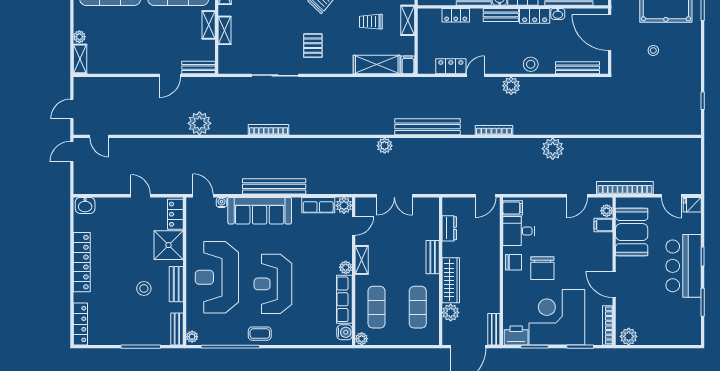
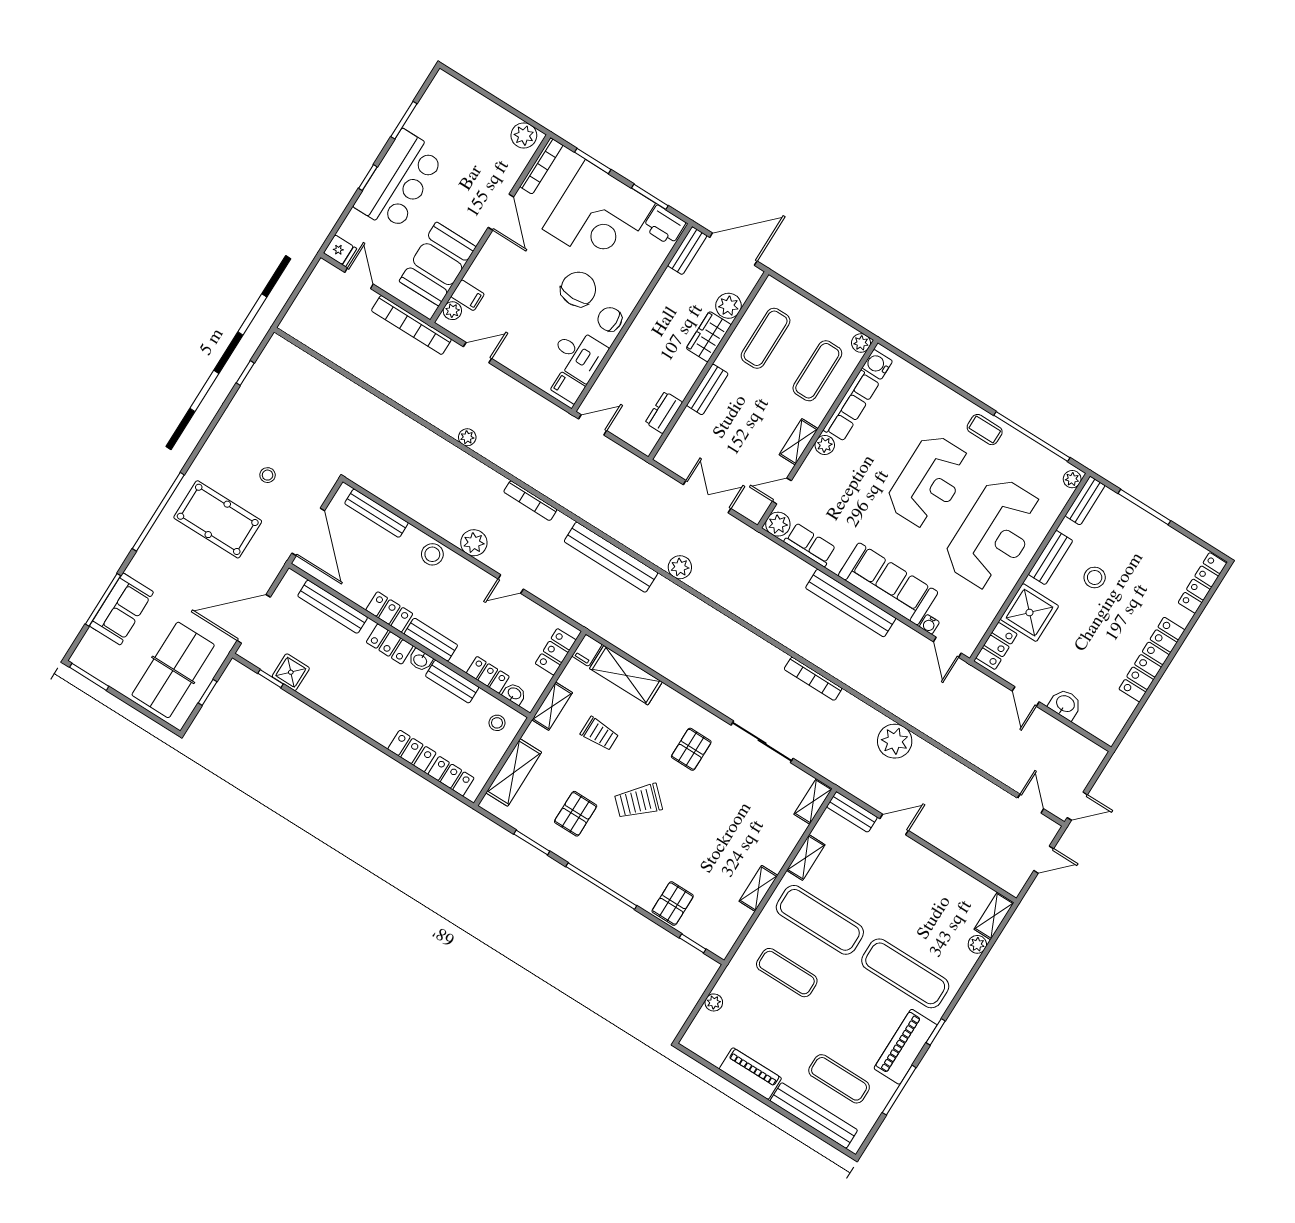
washbasin: (558, 14) -> (514, 694), moved
shelving: (225, 30) -> (813, 801), moved
locker: (451, 66) -> (556, 652), moved, turned 90
plant: (553, 149) -> (467, 437), width x0.53, depth x0.53
washbasin: (85, 205) -> (1065, 704), moved
wardrobe: (451, 280) -> (709, 337), width x0.67

